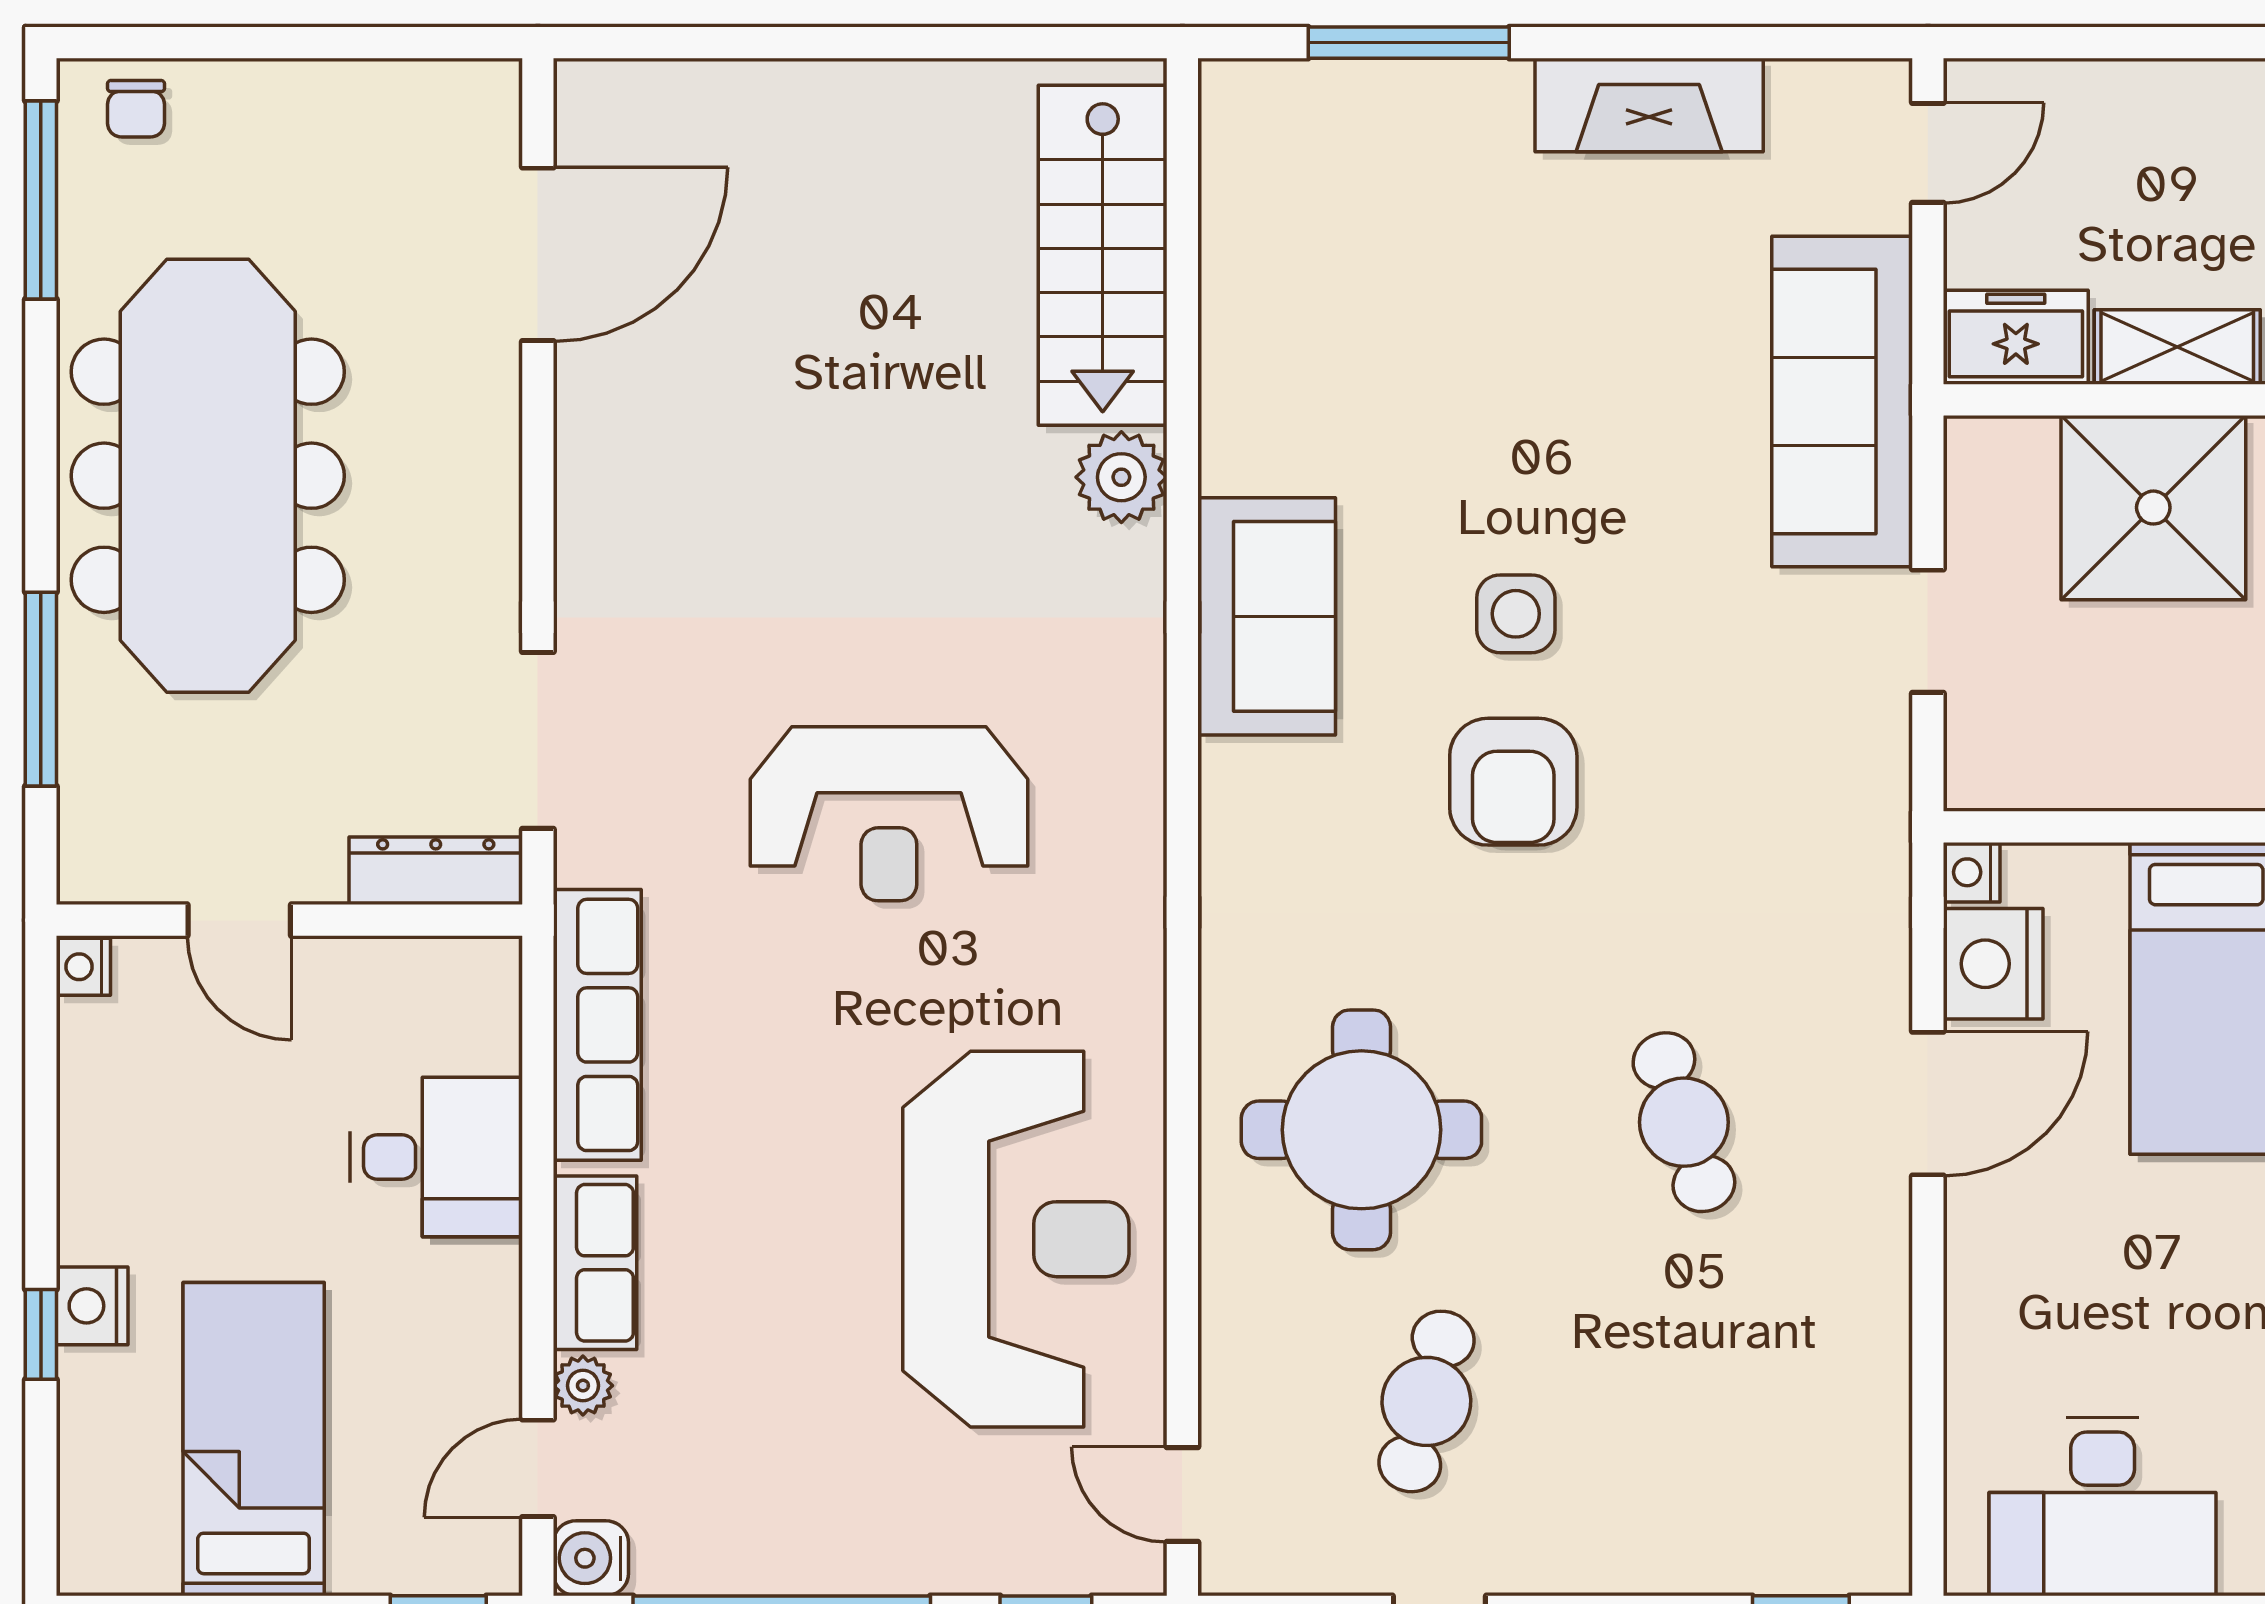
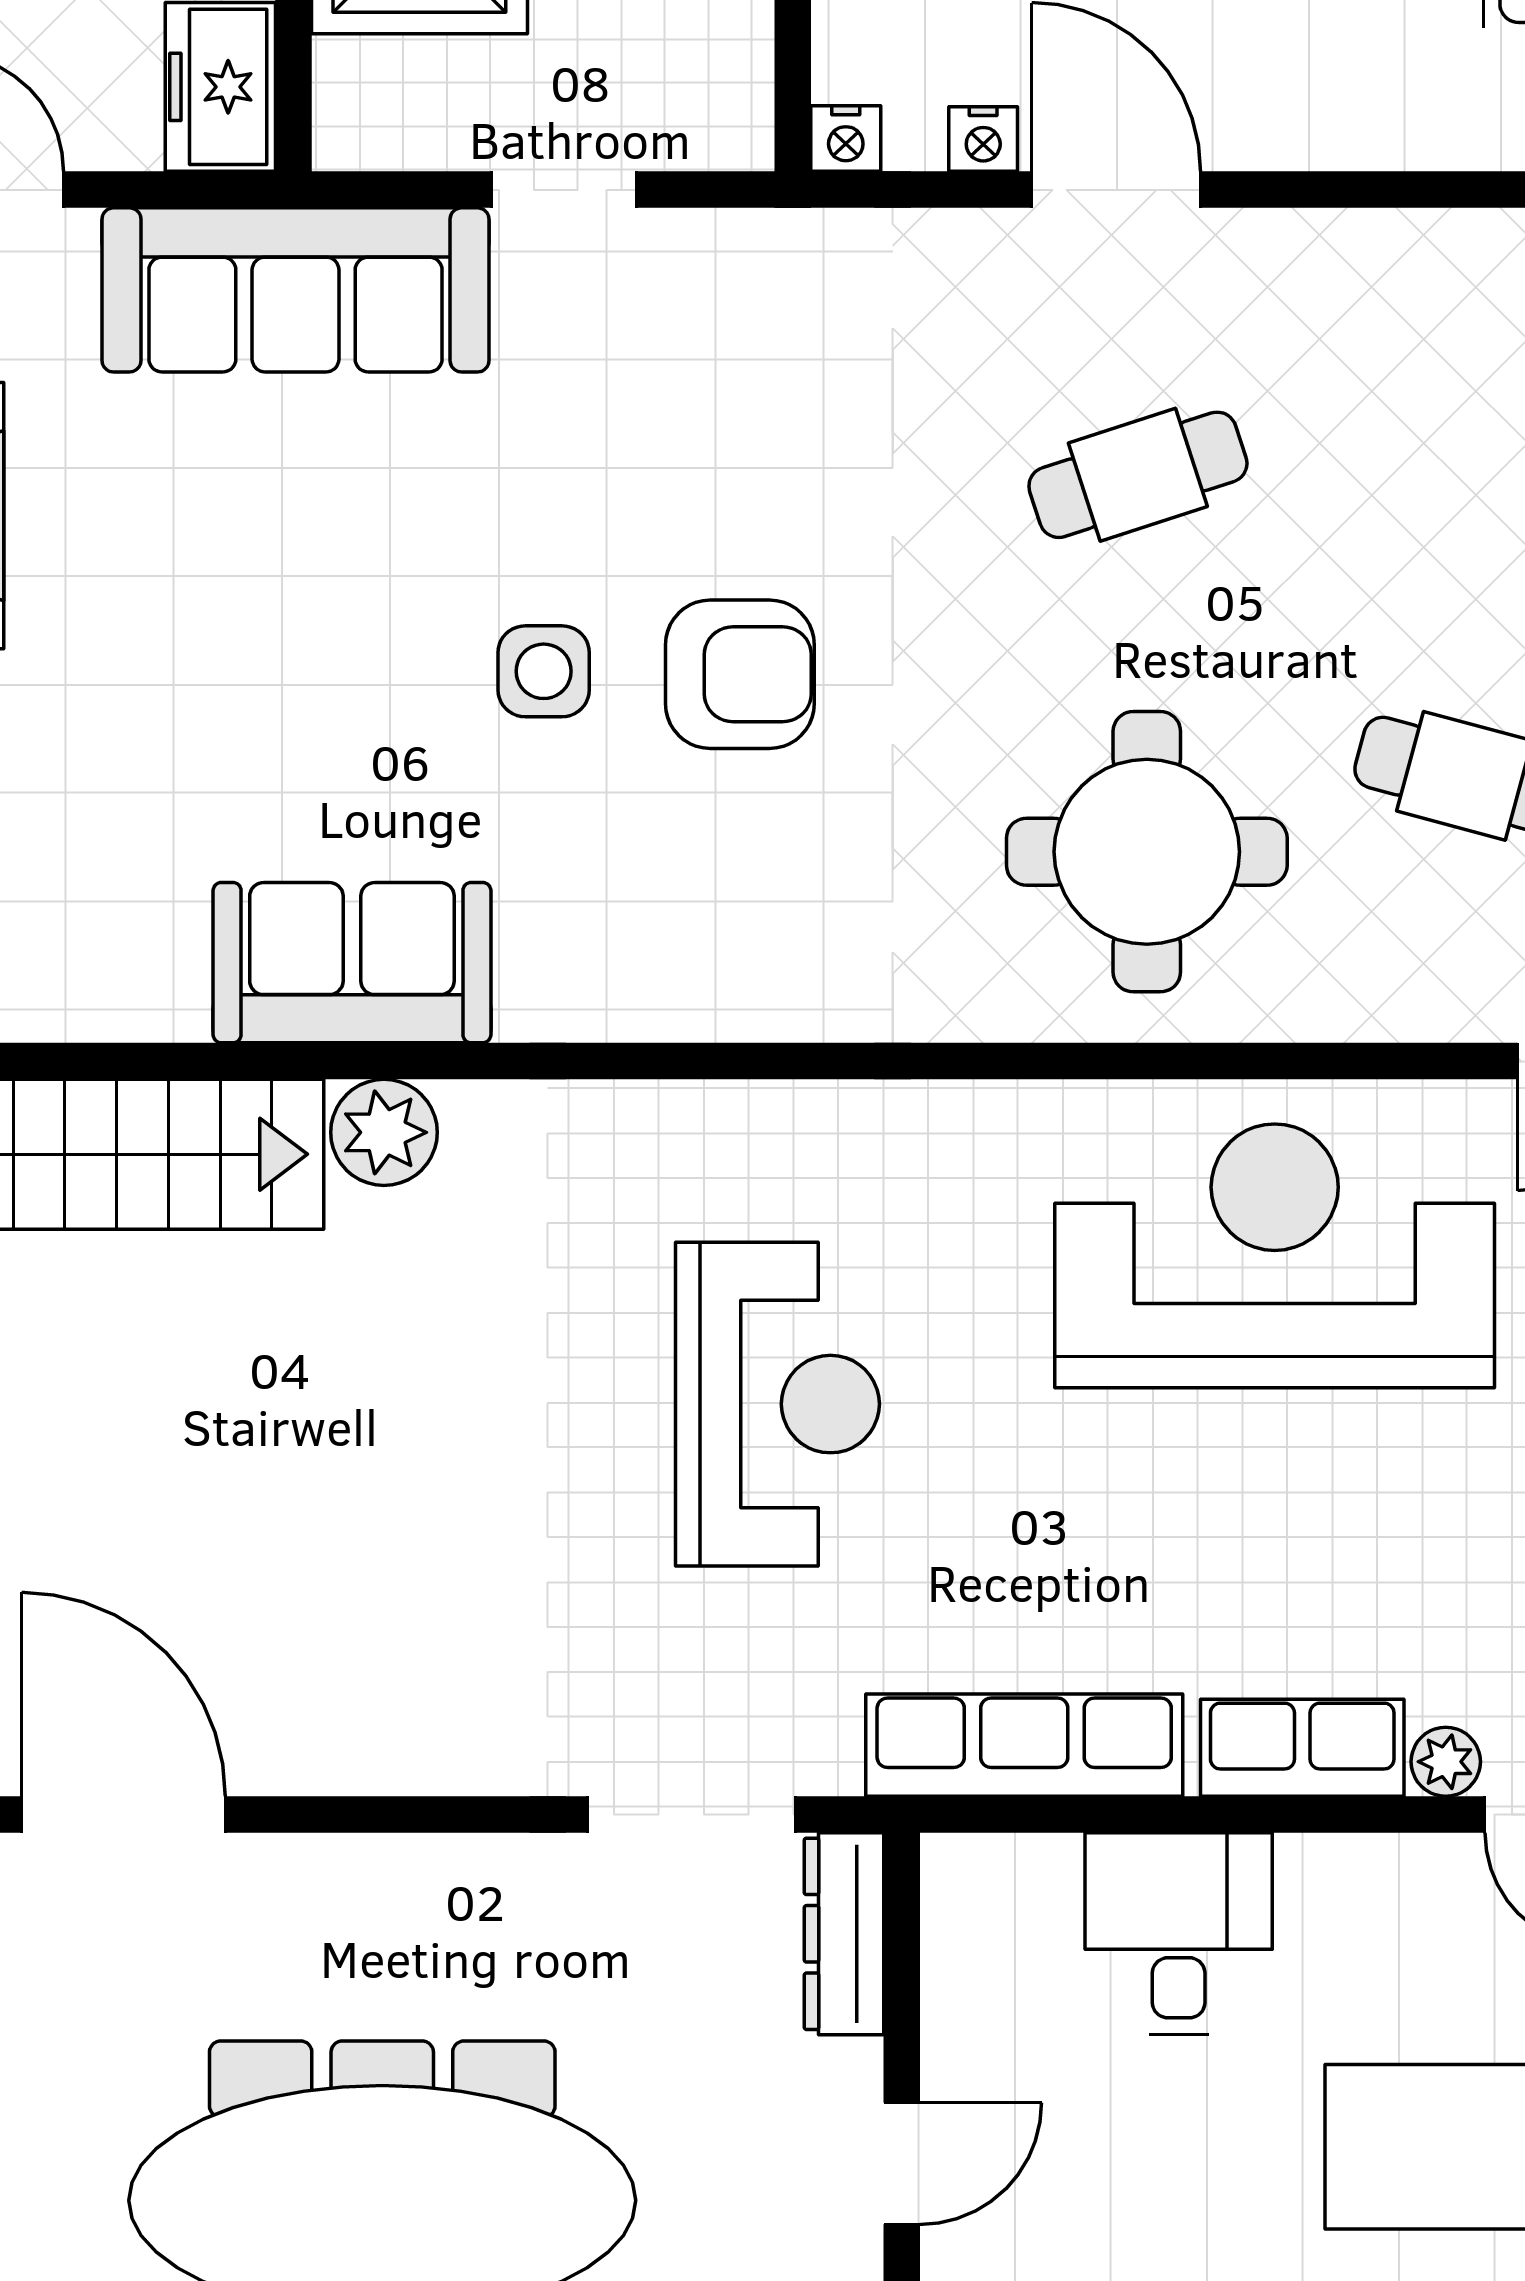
sofa: (1267, 616) -> (352, 963), moved
nightstand: (1993, 964) -> (983, 139), width x0.53, depth x0.56

